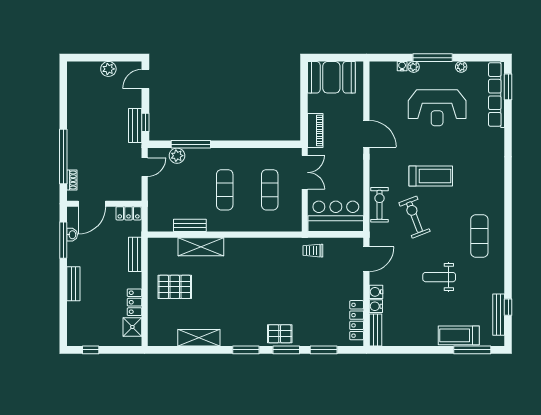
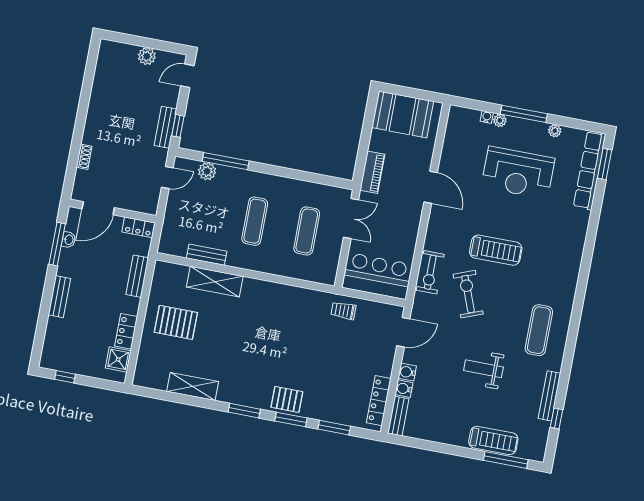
window: (63, 156) -> (75, 147), removed
shoe rack: (72, 180) -> (84, 157), moved
exercise bike: (380, 205) -> (430, 272), turned 180
bench: (499, 315) -> (549, 396), moved
treadmill: (459, 335) -> (493, 440), turned 180

